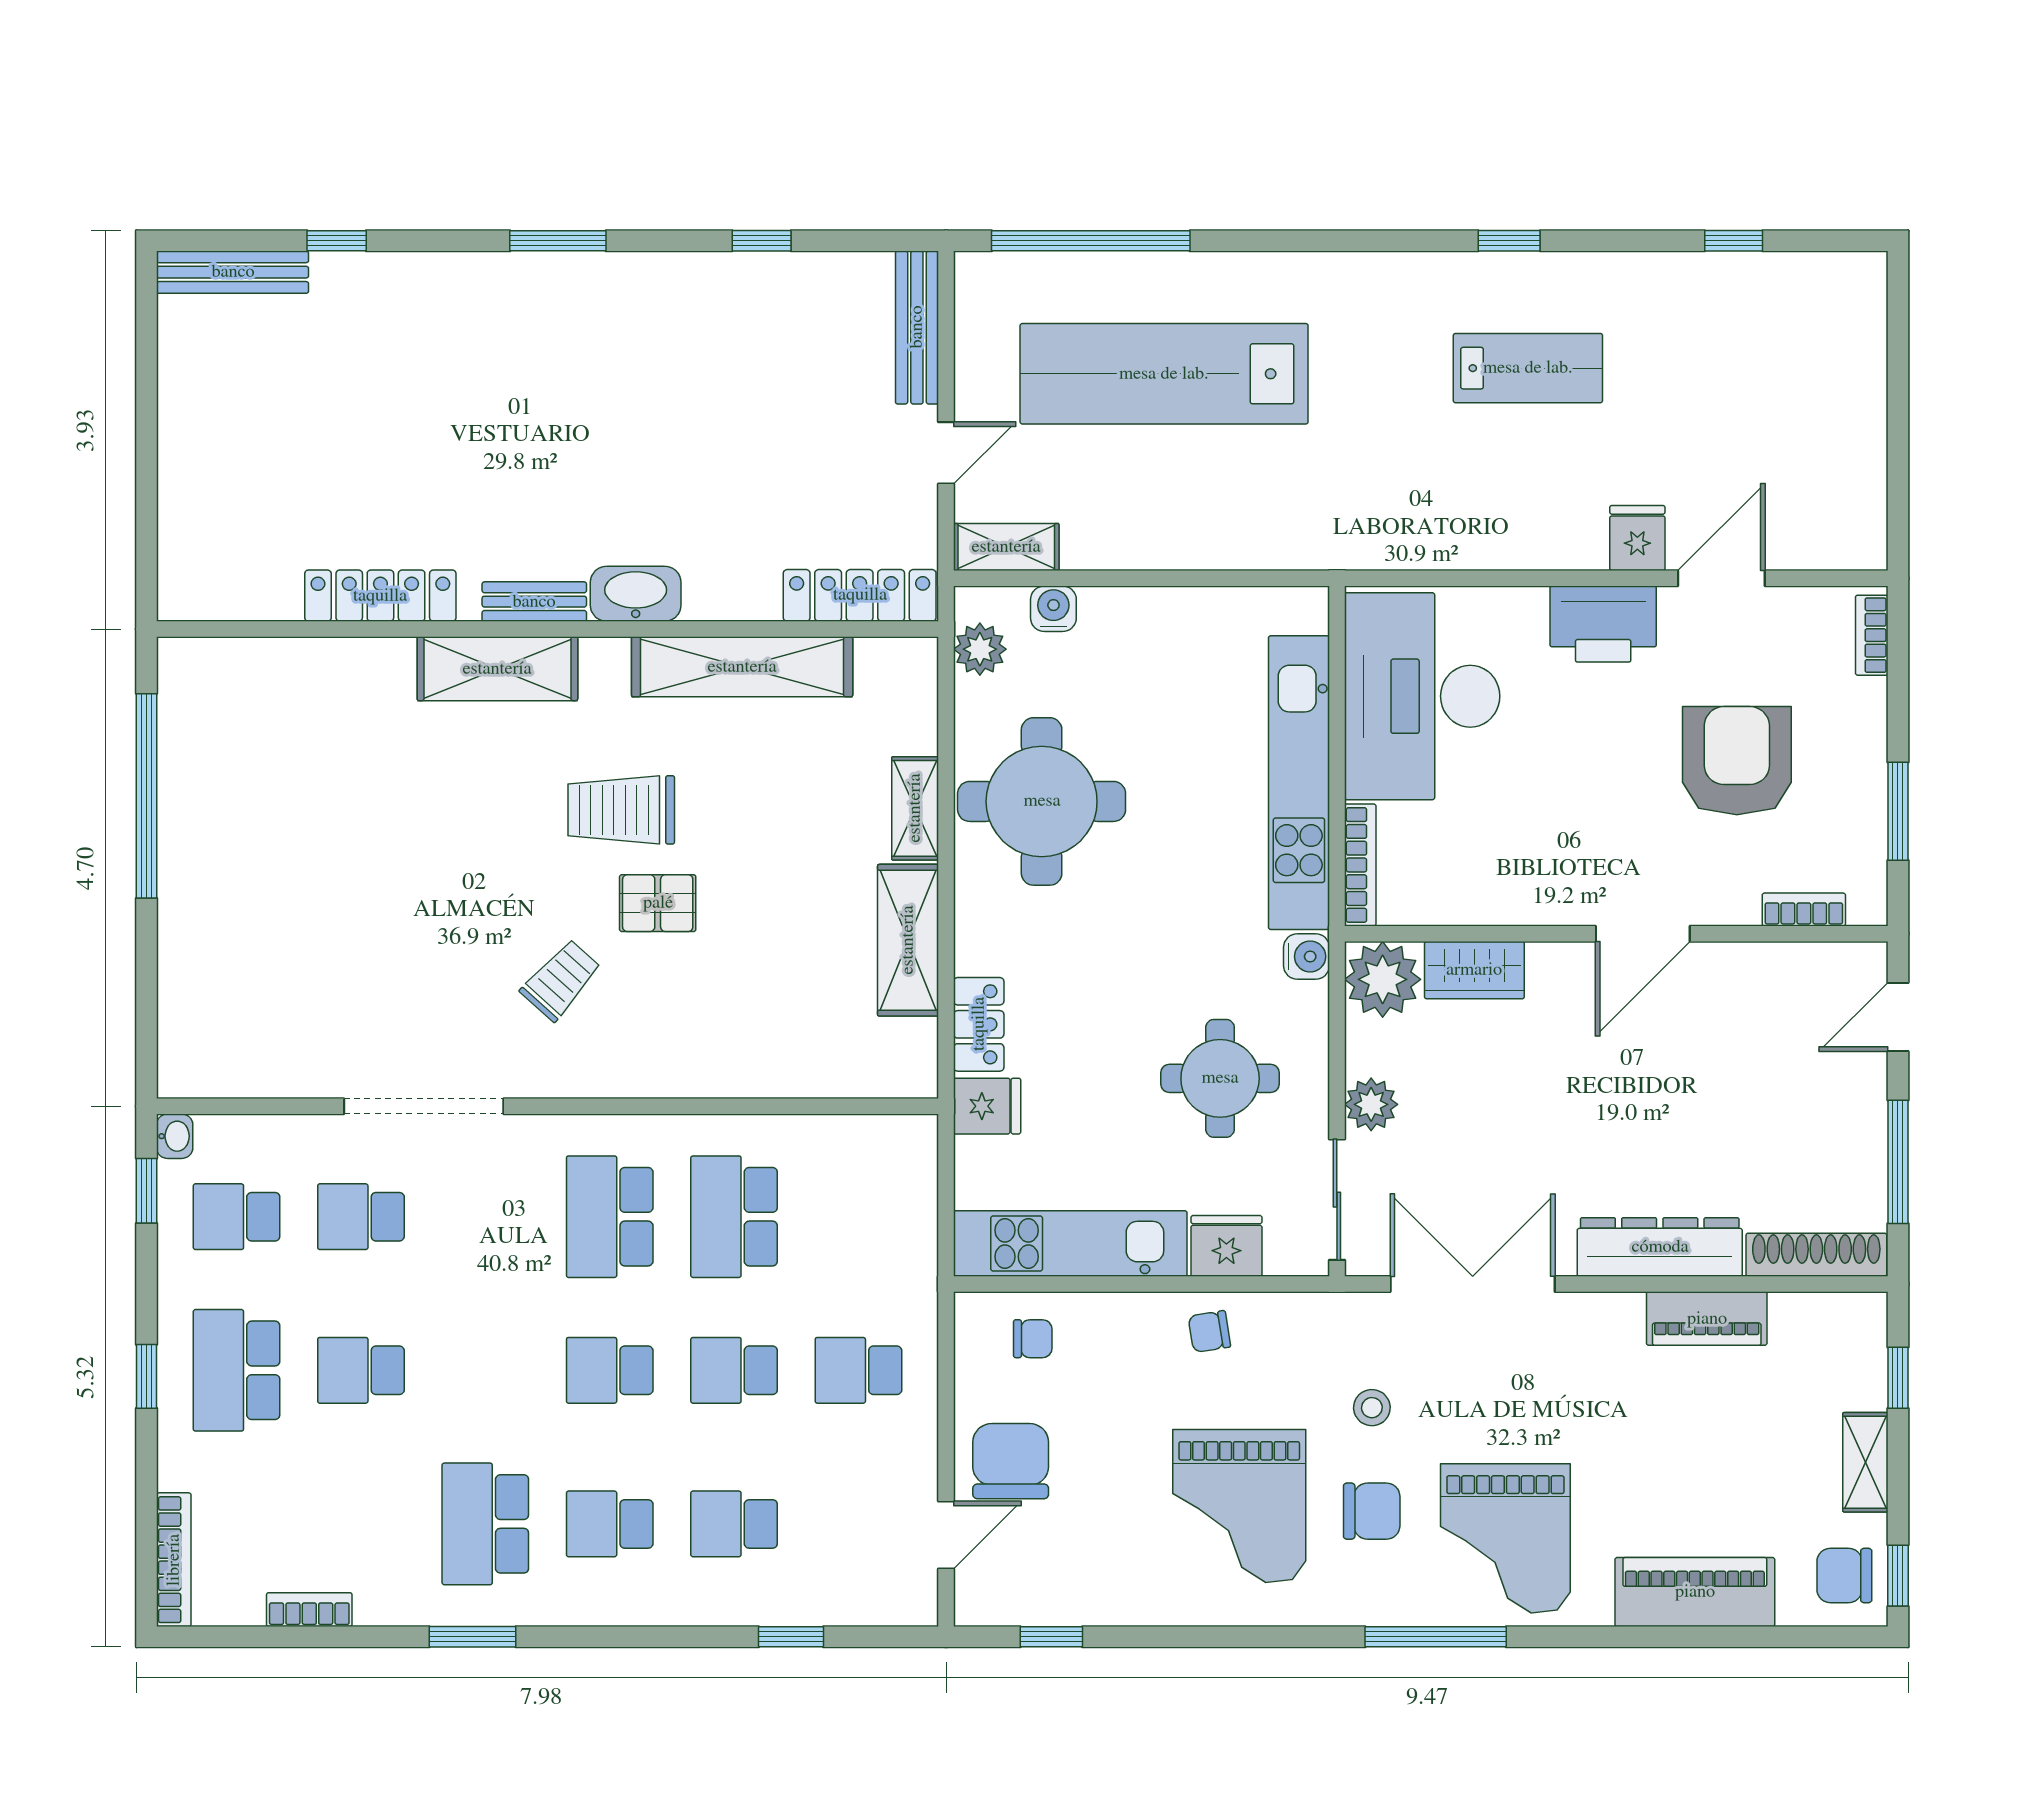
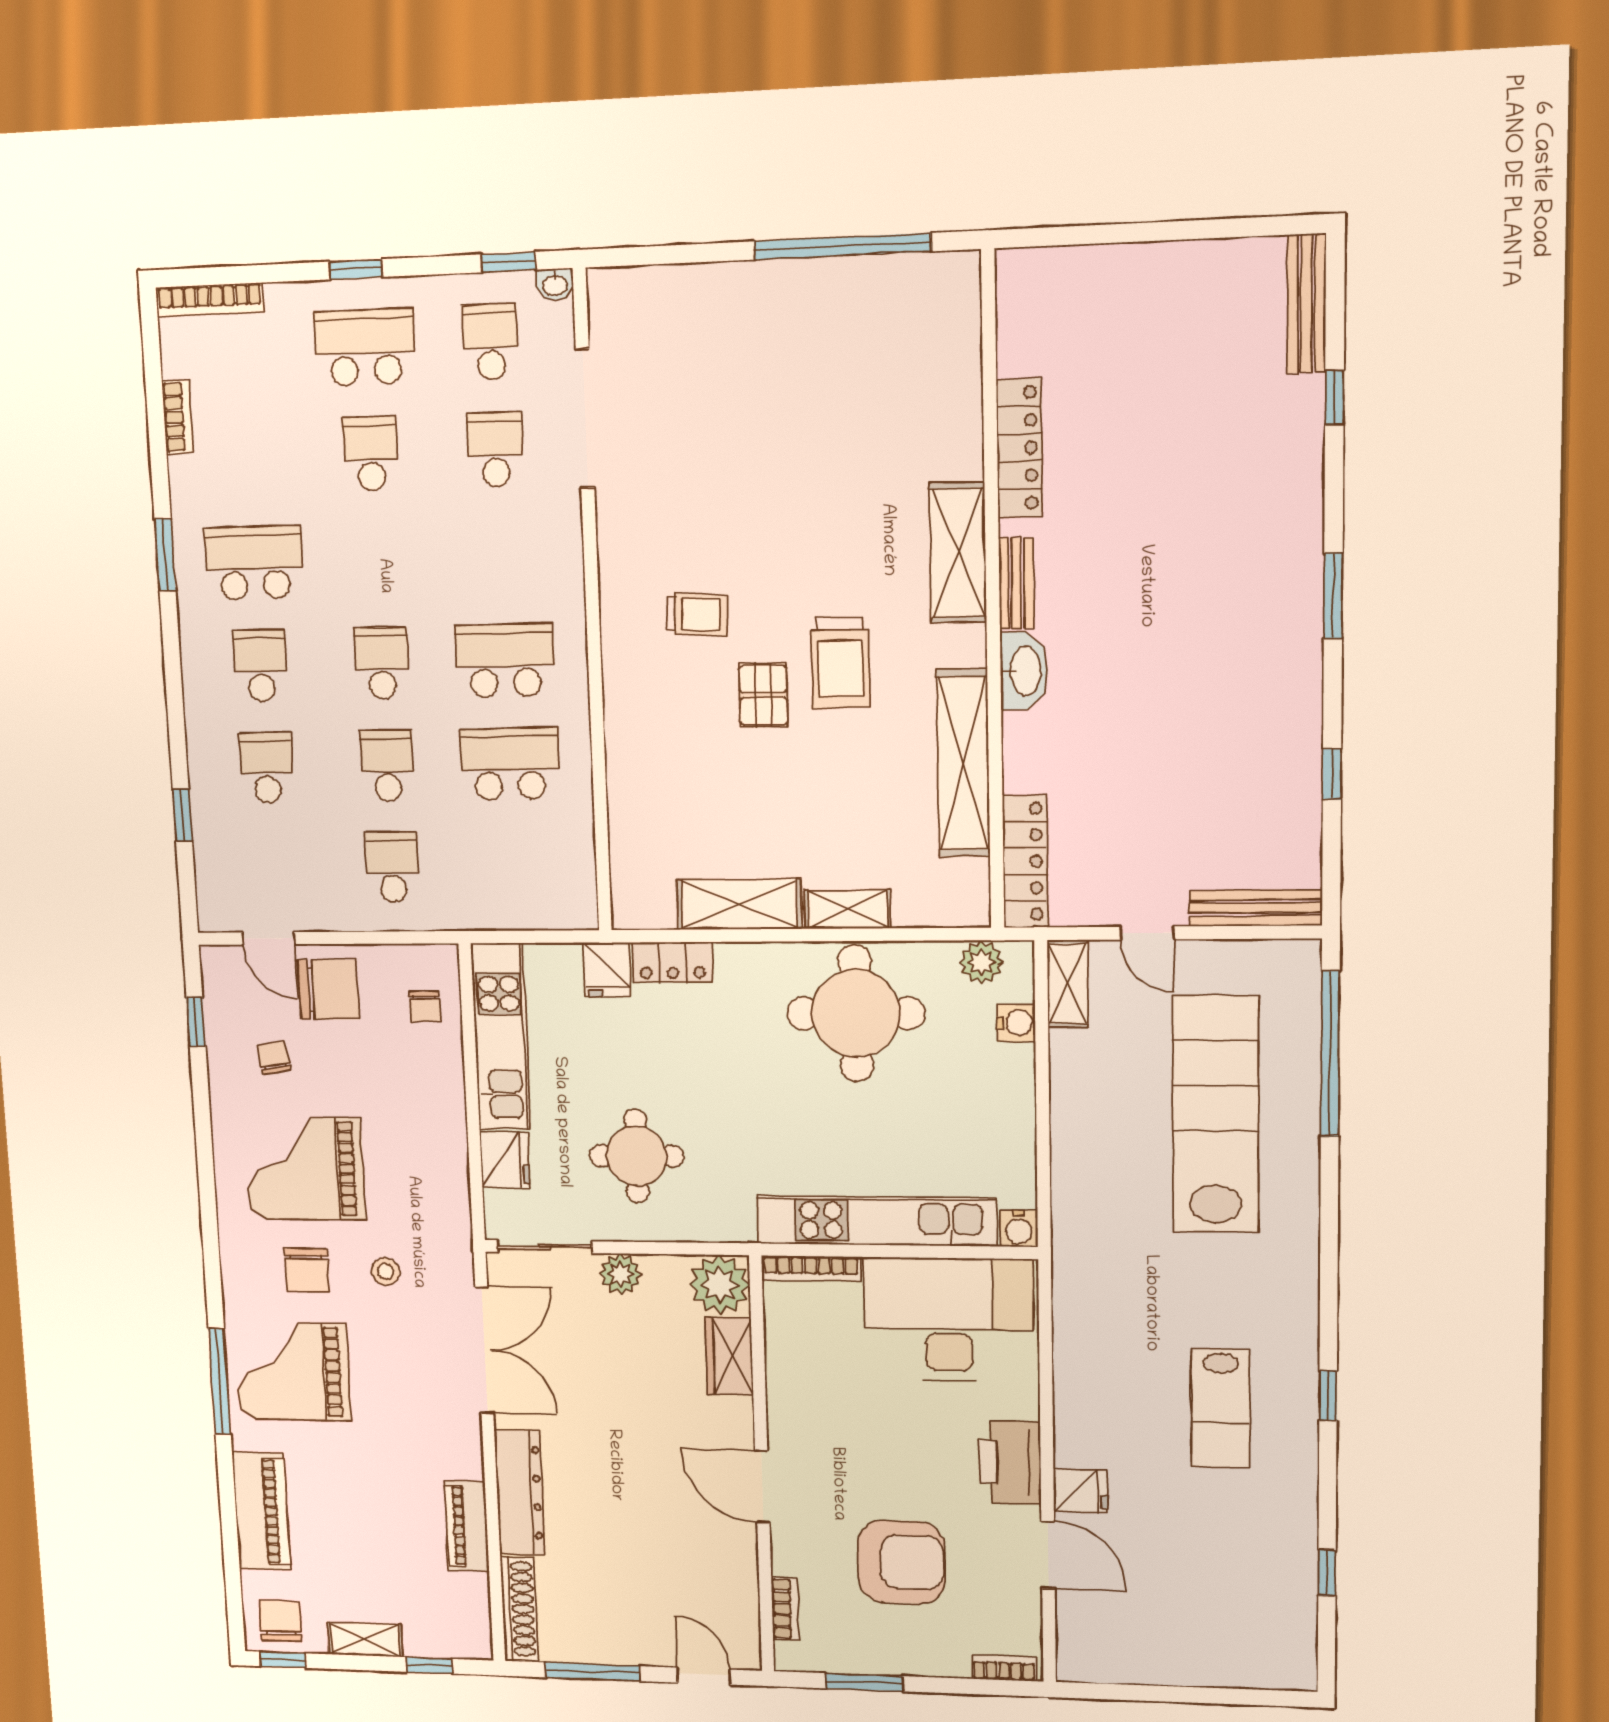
trolley: (621, 810) -> (840, 662), turned 180
water cooler: (1306, 957) -> (1019, 1228), moved
trolley: (561, 980) -> (697, 614), turned -39
doorway: (424, 1106) -> (585, 418), moved
chair: (1209, 1332) -> (274, 1058), moved
window: (1436, 1637) -> (220, 1382), moved

